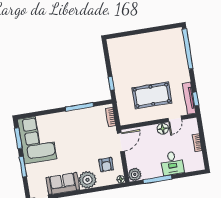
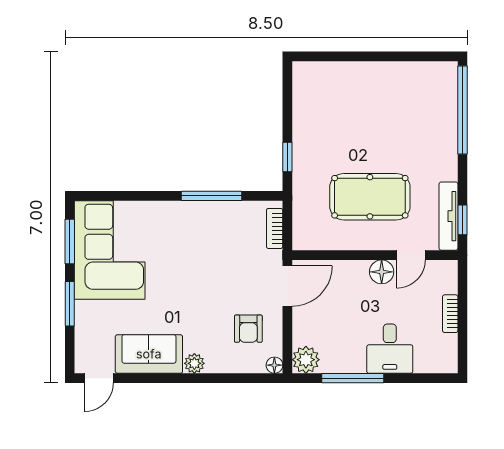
plant: (88, 180) -> (194, 363), width x0.53, depth x0.53

